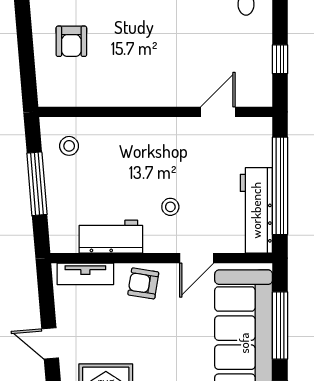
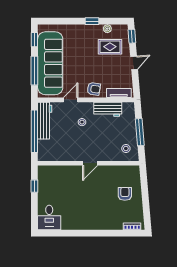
door: (218, 112) -> (90, 163), moved
door: (50, 343) -> (134, 63), hinge flipped

